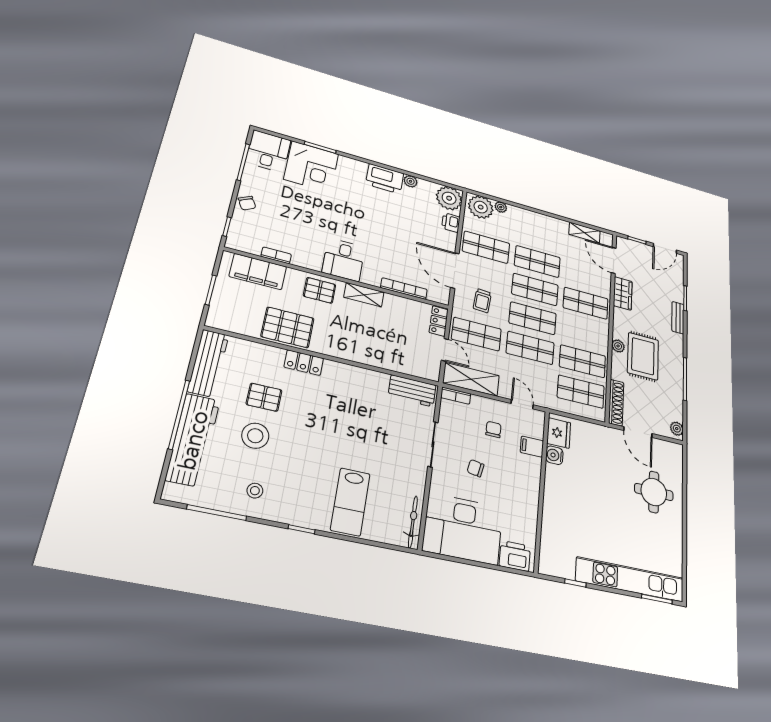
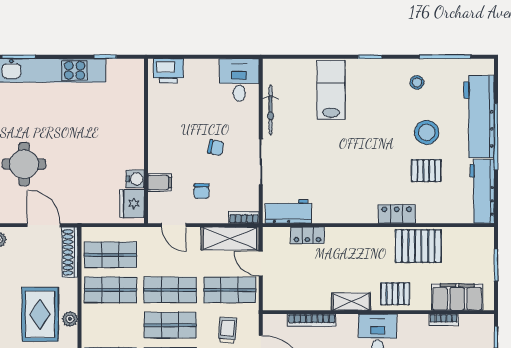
locker: (439, 321) -> (307, 235), moved, turned 90
bicycle: (413, 522) -> (271, 110), moved
desk: (463, 529) -> (239, 80), width x0.53, depth x0.77

